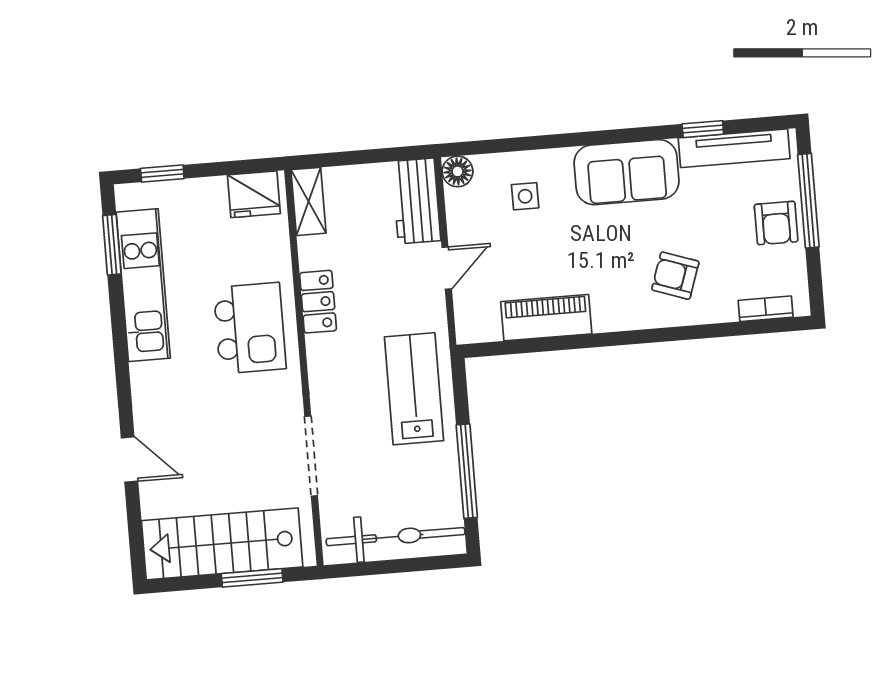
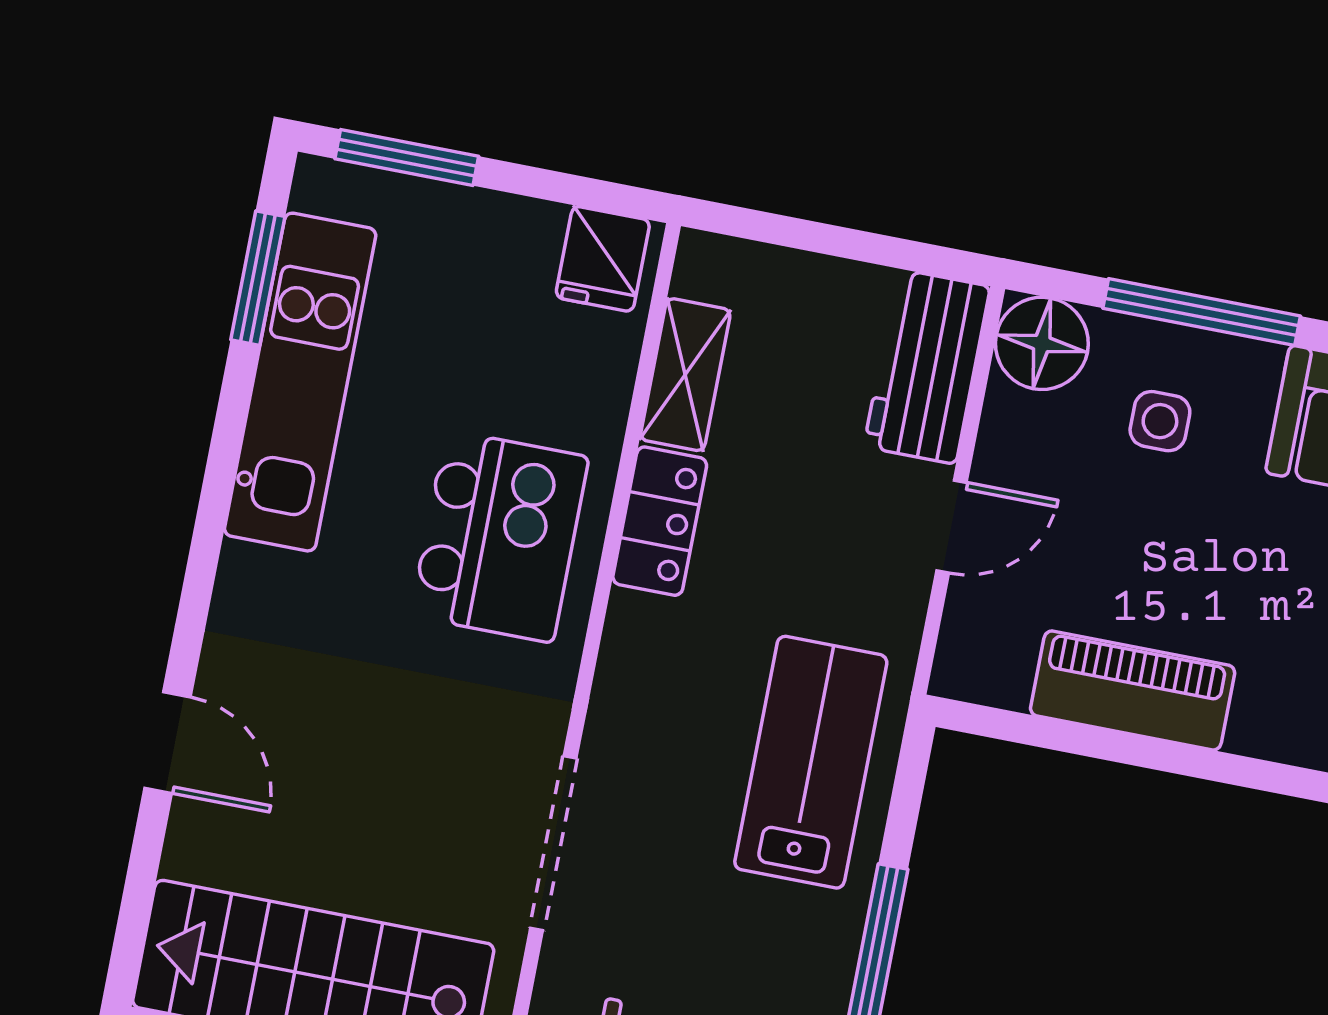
window: (530, 143) -> (1202, 312), added
floor lamp: (458, 171) -> (1042, 343), width x1.38, depth x1.38
window: (162, 173) -> (407, 158), width x1.50
fridge: (254, 194) -> (603, 259), width x0.72
shelving: (309, 201) -> (685, 375), moved

